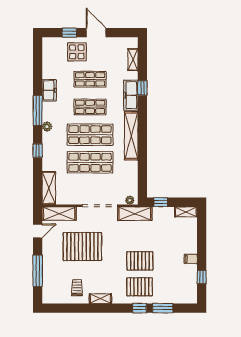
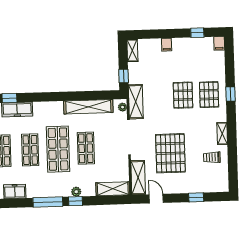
window: (38, 111) -> (48, 202), moved
plant: (47, 127) -> (76, 192), moved
shelving: (131, 136) -> (88, 107), moved
shop shelf: (90, 162) -> (86, 148), width x0.70, depth x0.74
filing cabinet: (191, 259) -> (167, 45), moved
window: (38, 271) -> (196, 197), width x0.46
filing cabinet: (190, 298) -> (219, 43), added
window: (163, 308) -> (230, 71), removed

